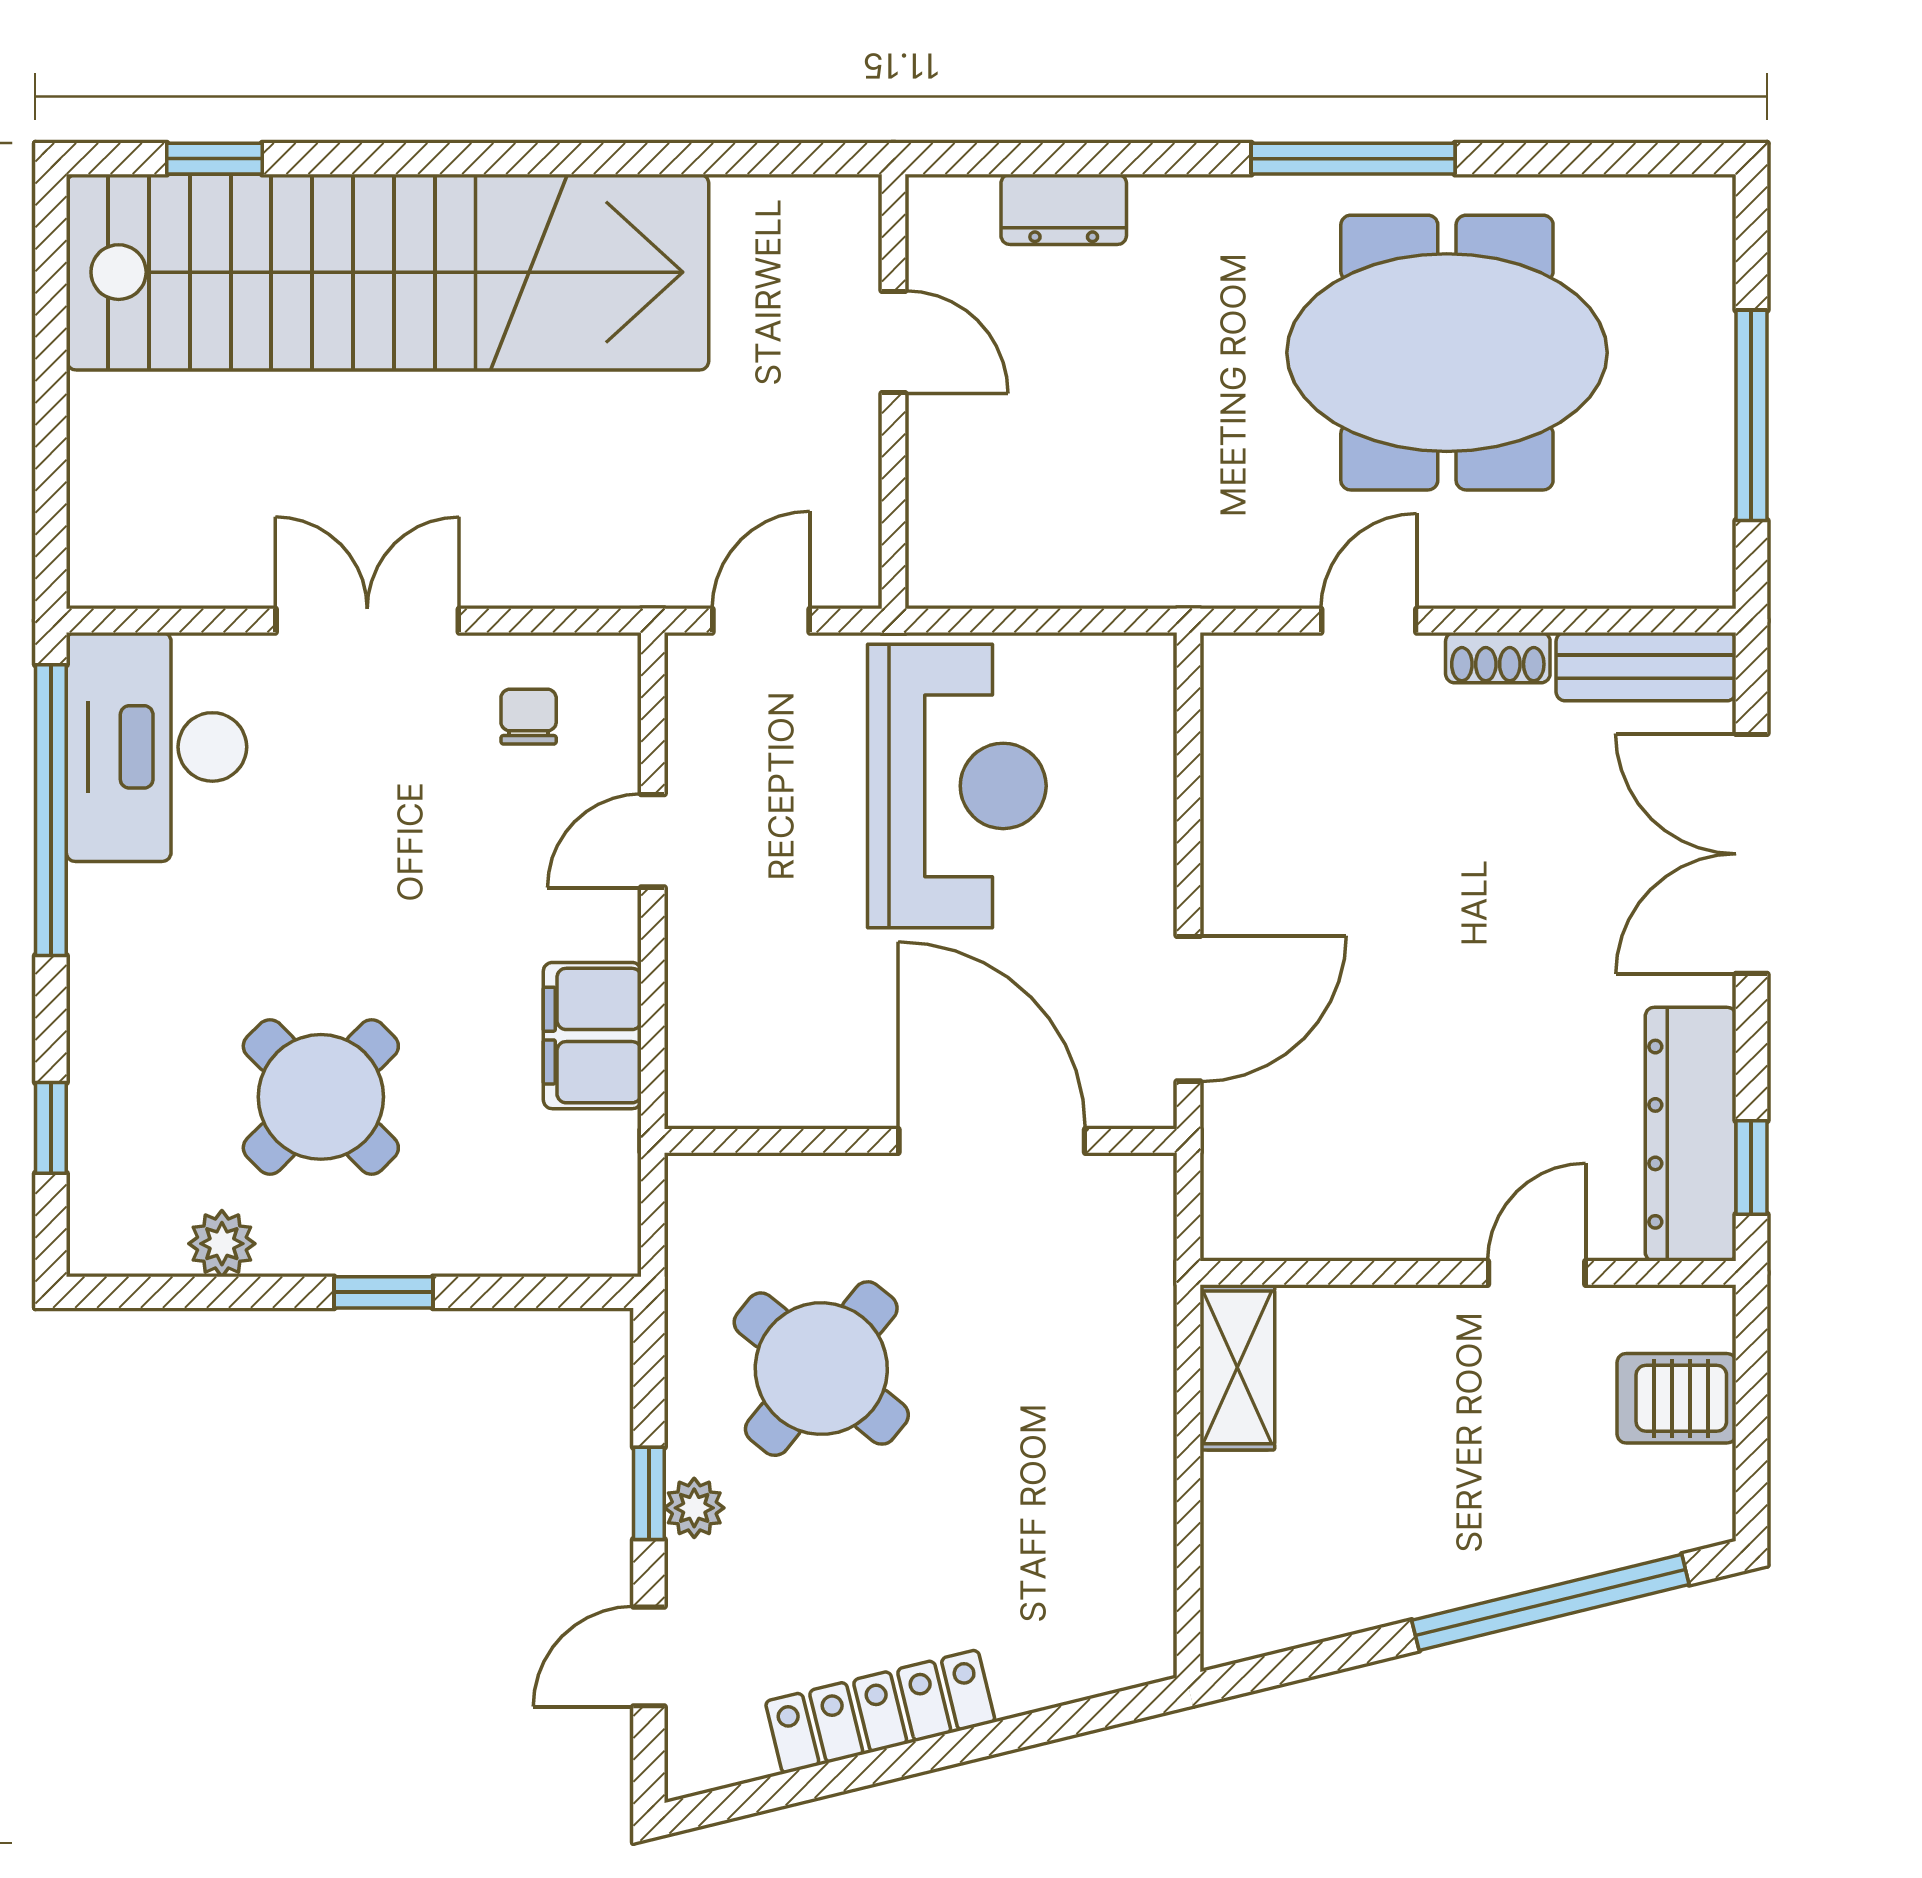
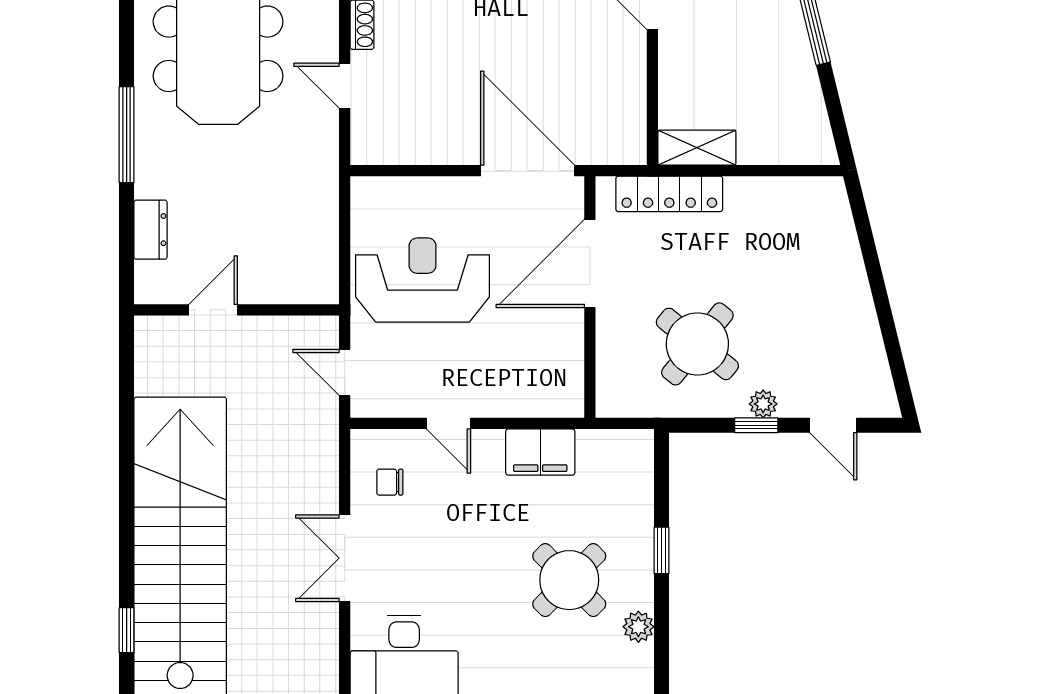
window: (1353, 159) -> (127, 135), moved
door: (1189, 1009) -> (528, 171), width x1.36
locker: (880, 1712) -> (669, 194), moved, turned -76

